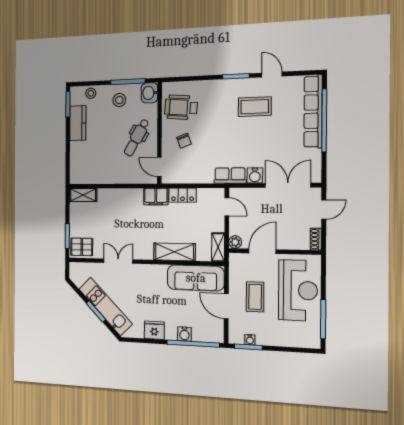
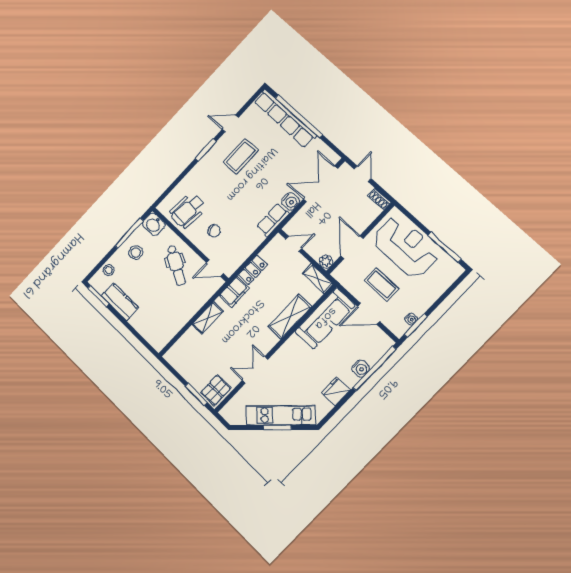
shelving: (83, 195) -> (208, 318), moved

